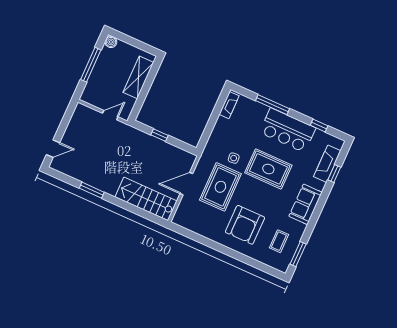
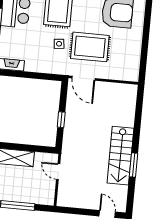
door: (186, 184) -> (83, 78), moved
stairs: (146, 199) -> (120, 156), moved

